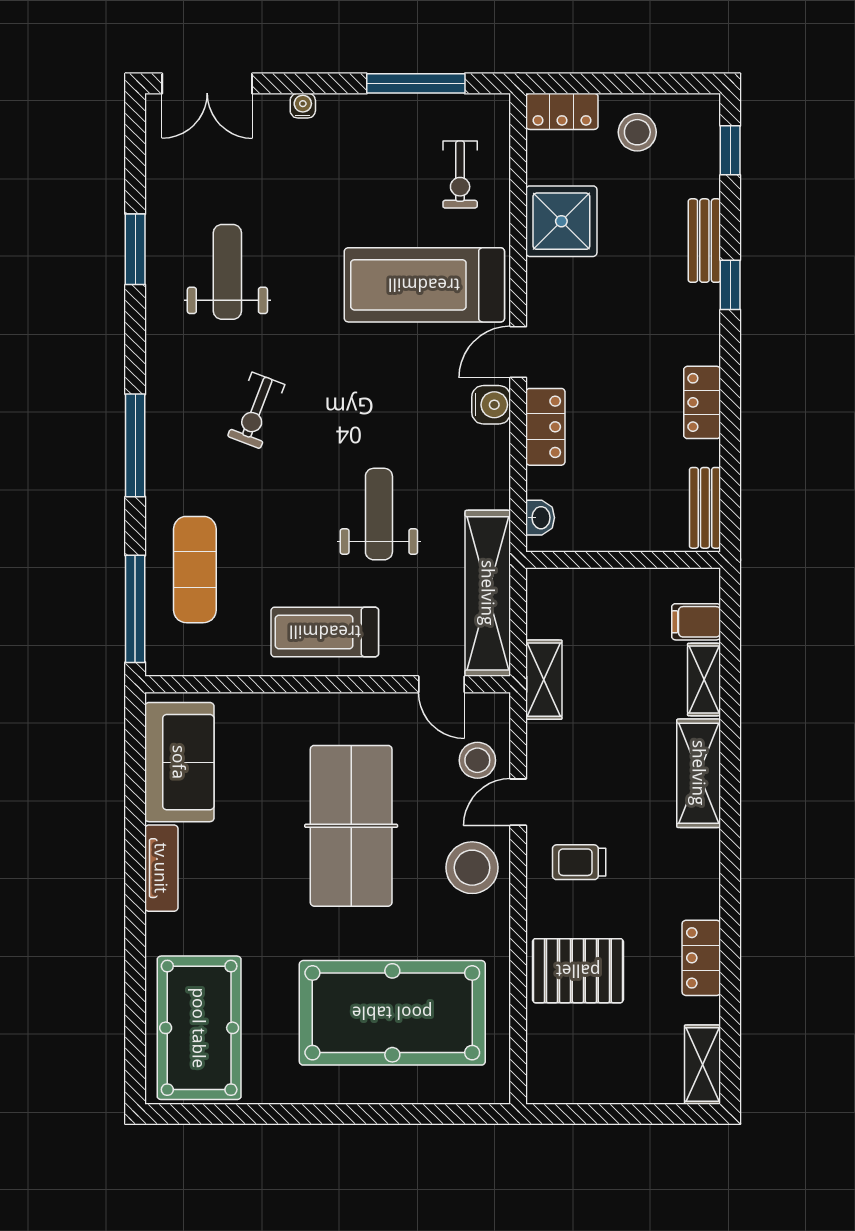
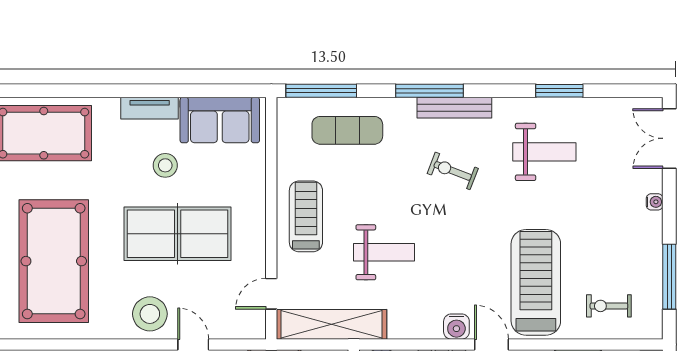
bench: (161, 408) -> (454, 108), added
stool: (477, 760) -> (165, 165), moved

